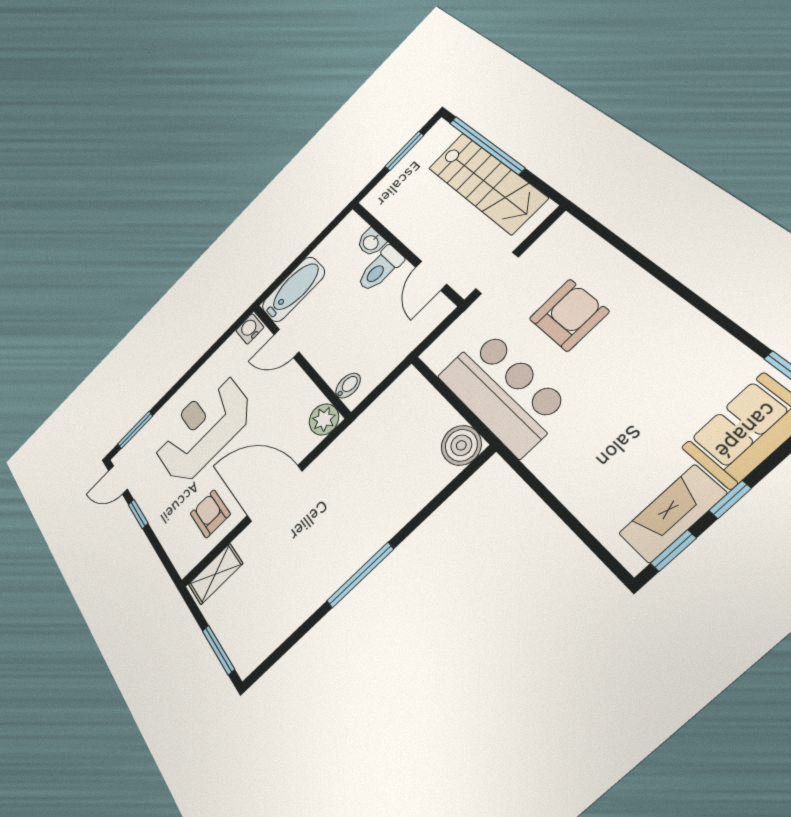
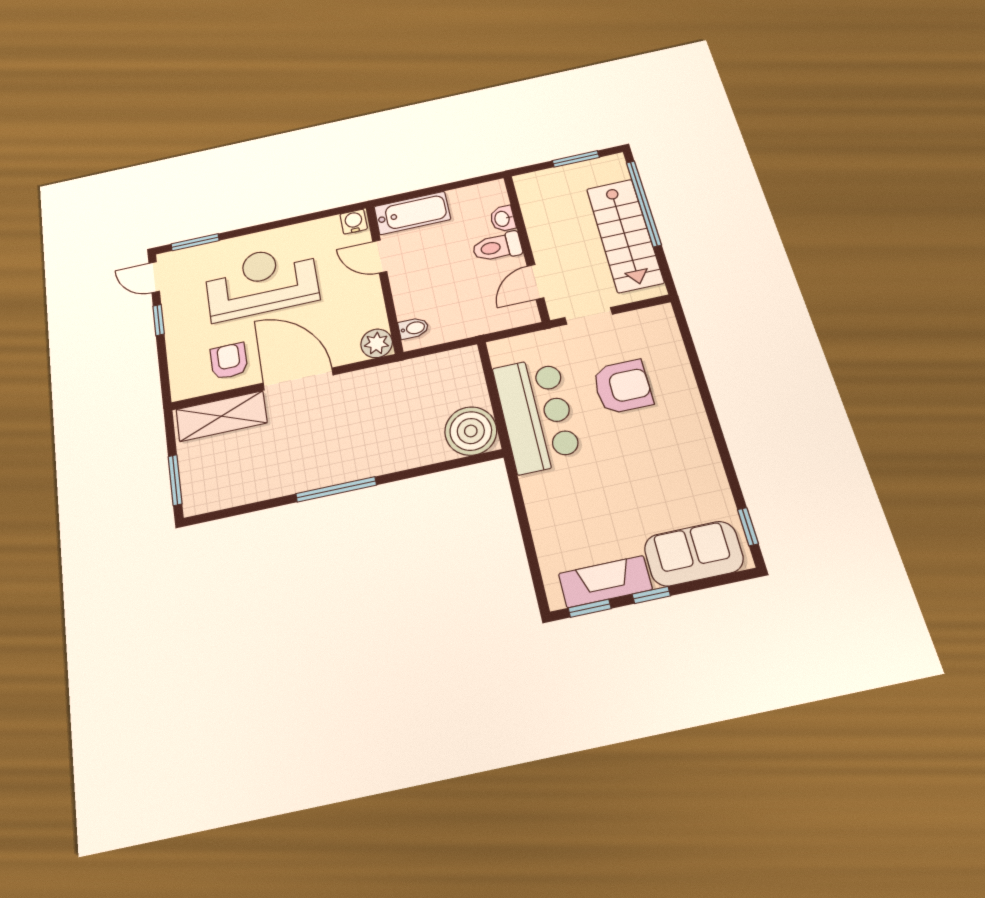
boiler: (461, 445) -> (471, 431), width x1.37, depth x1.37
shelving: (215, 574) -> (221, 416), width x1.50, depth x1.33

